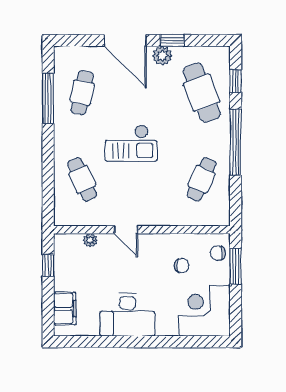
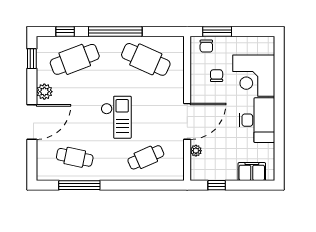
window: (172, 40) -> (32, 59), moved
cafe table: (202, 179) -> (146, 59), width x1.37, depth x1.35
door: (126, 230) -> (187, 121), width x1.87
corner desk: (205, 311) -> (254, 76), moved

